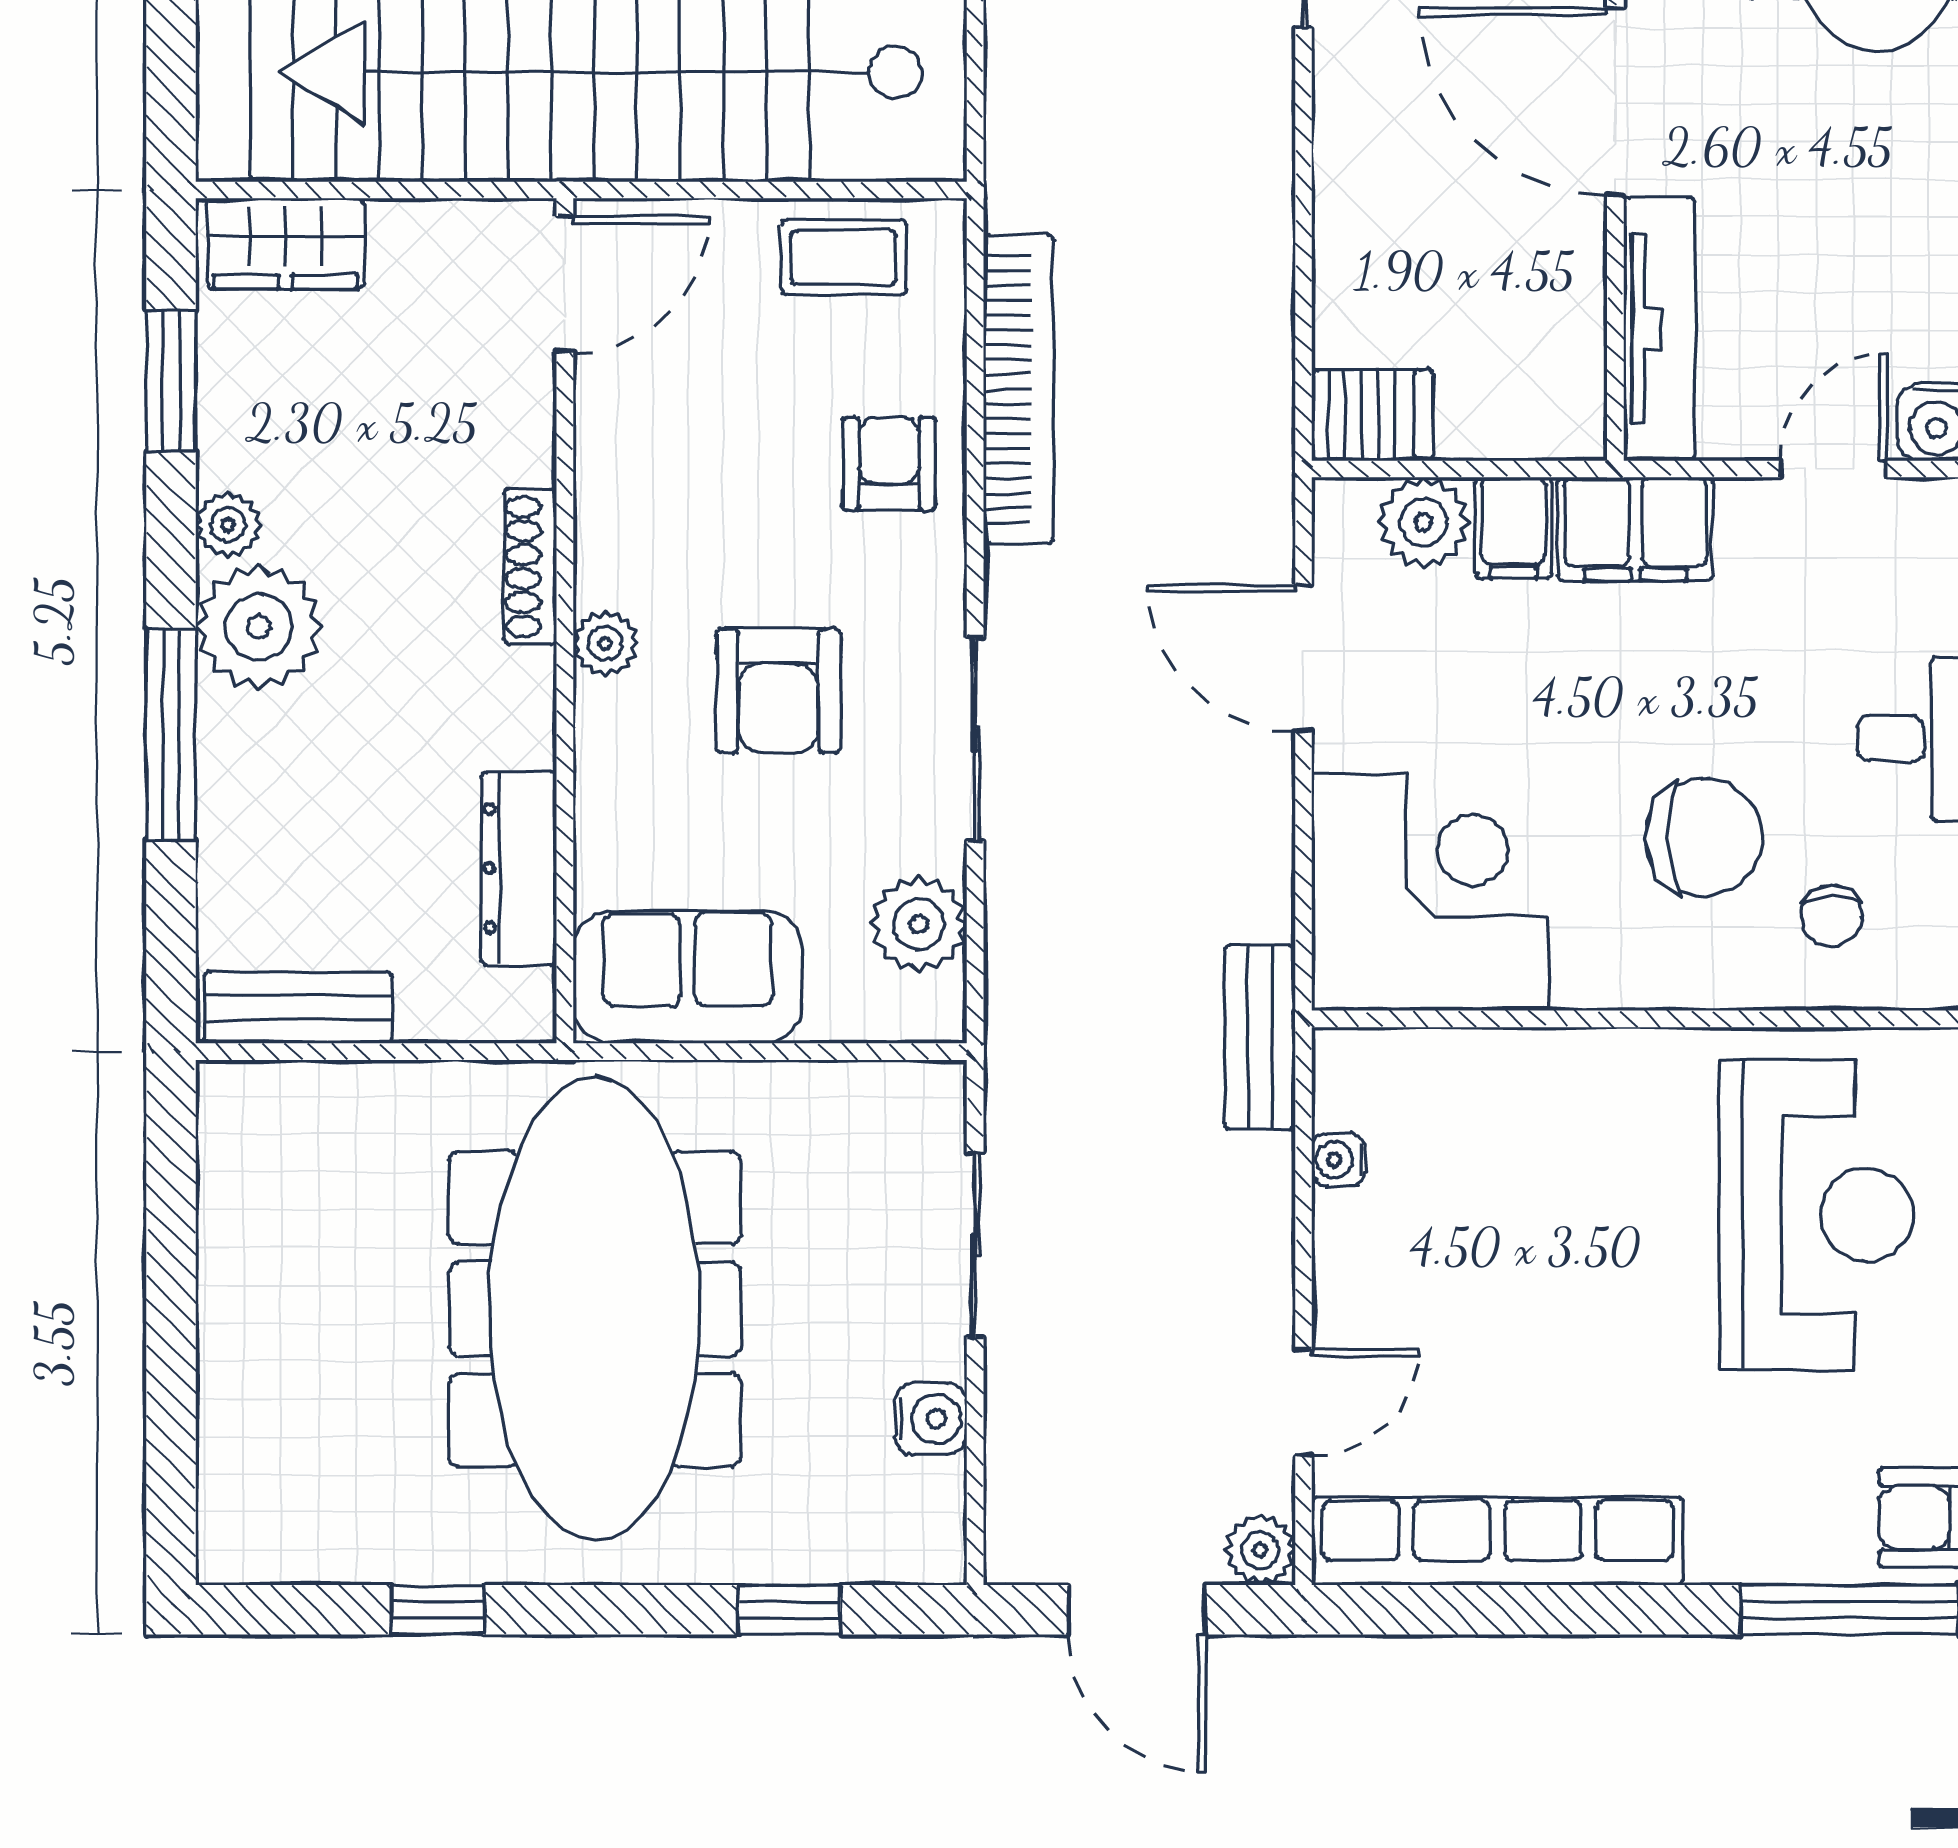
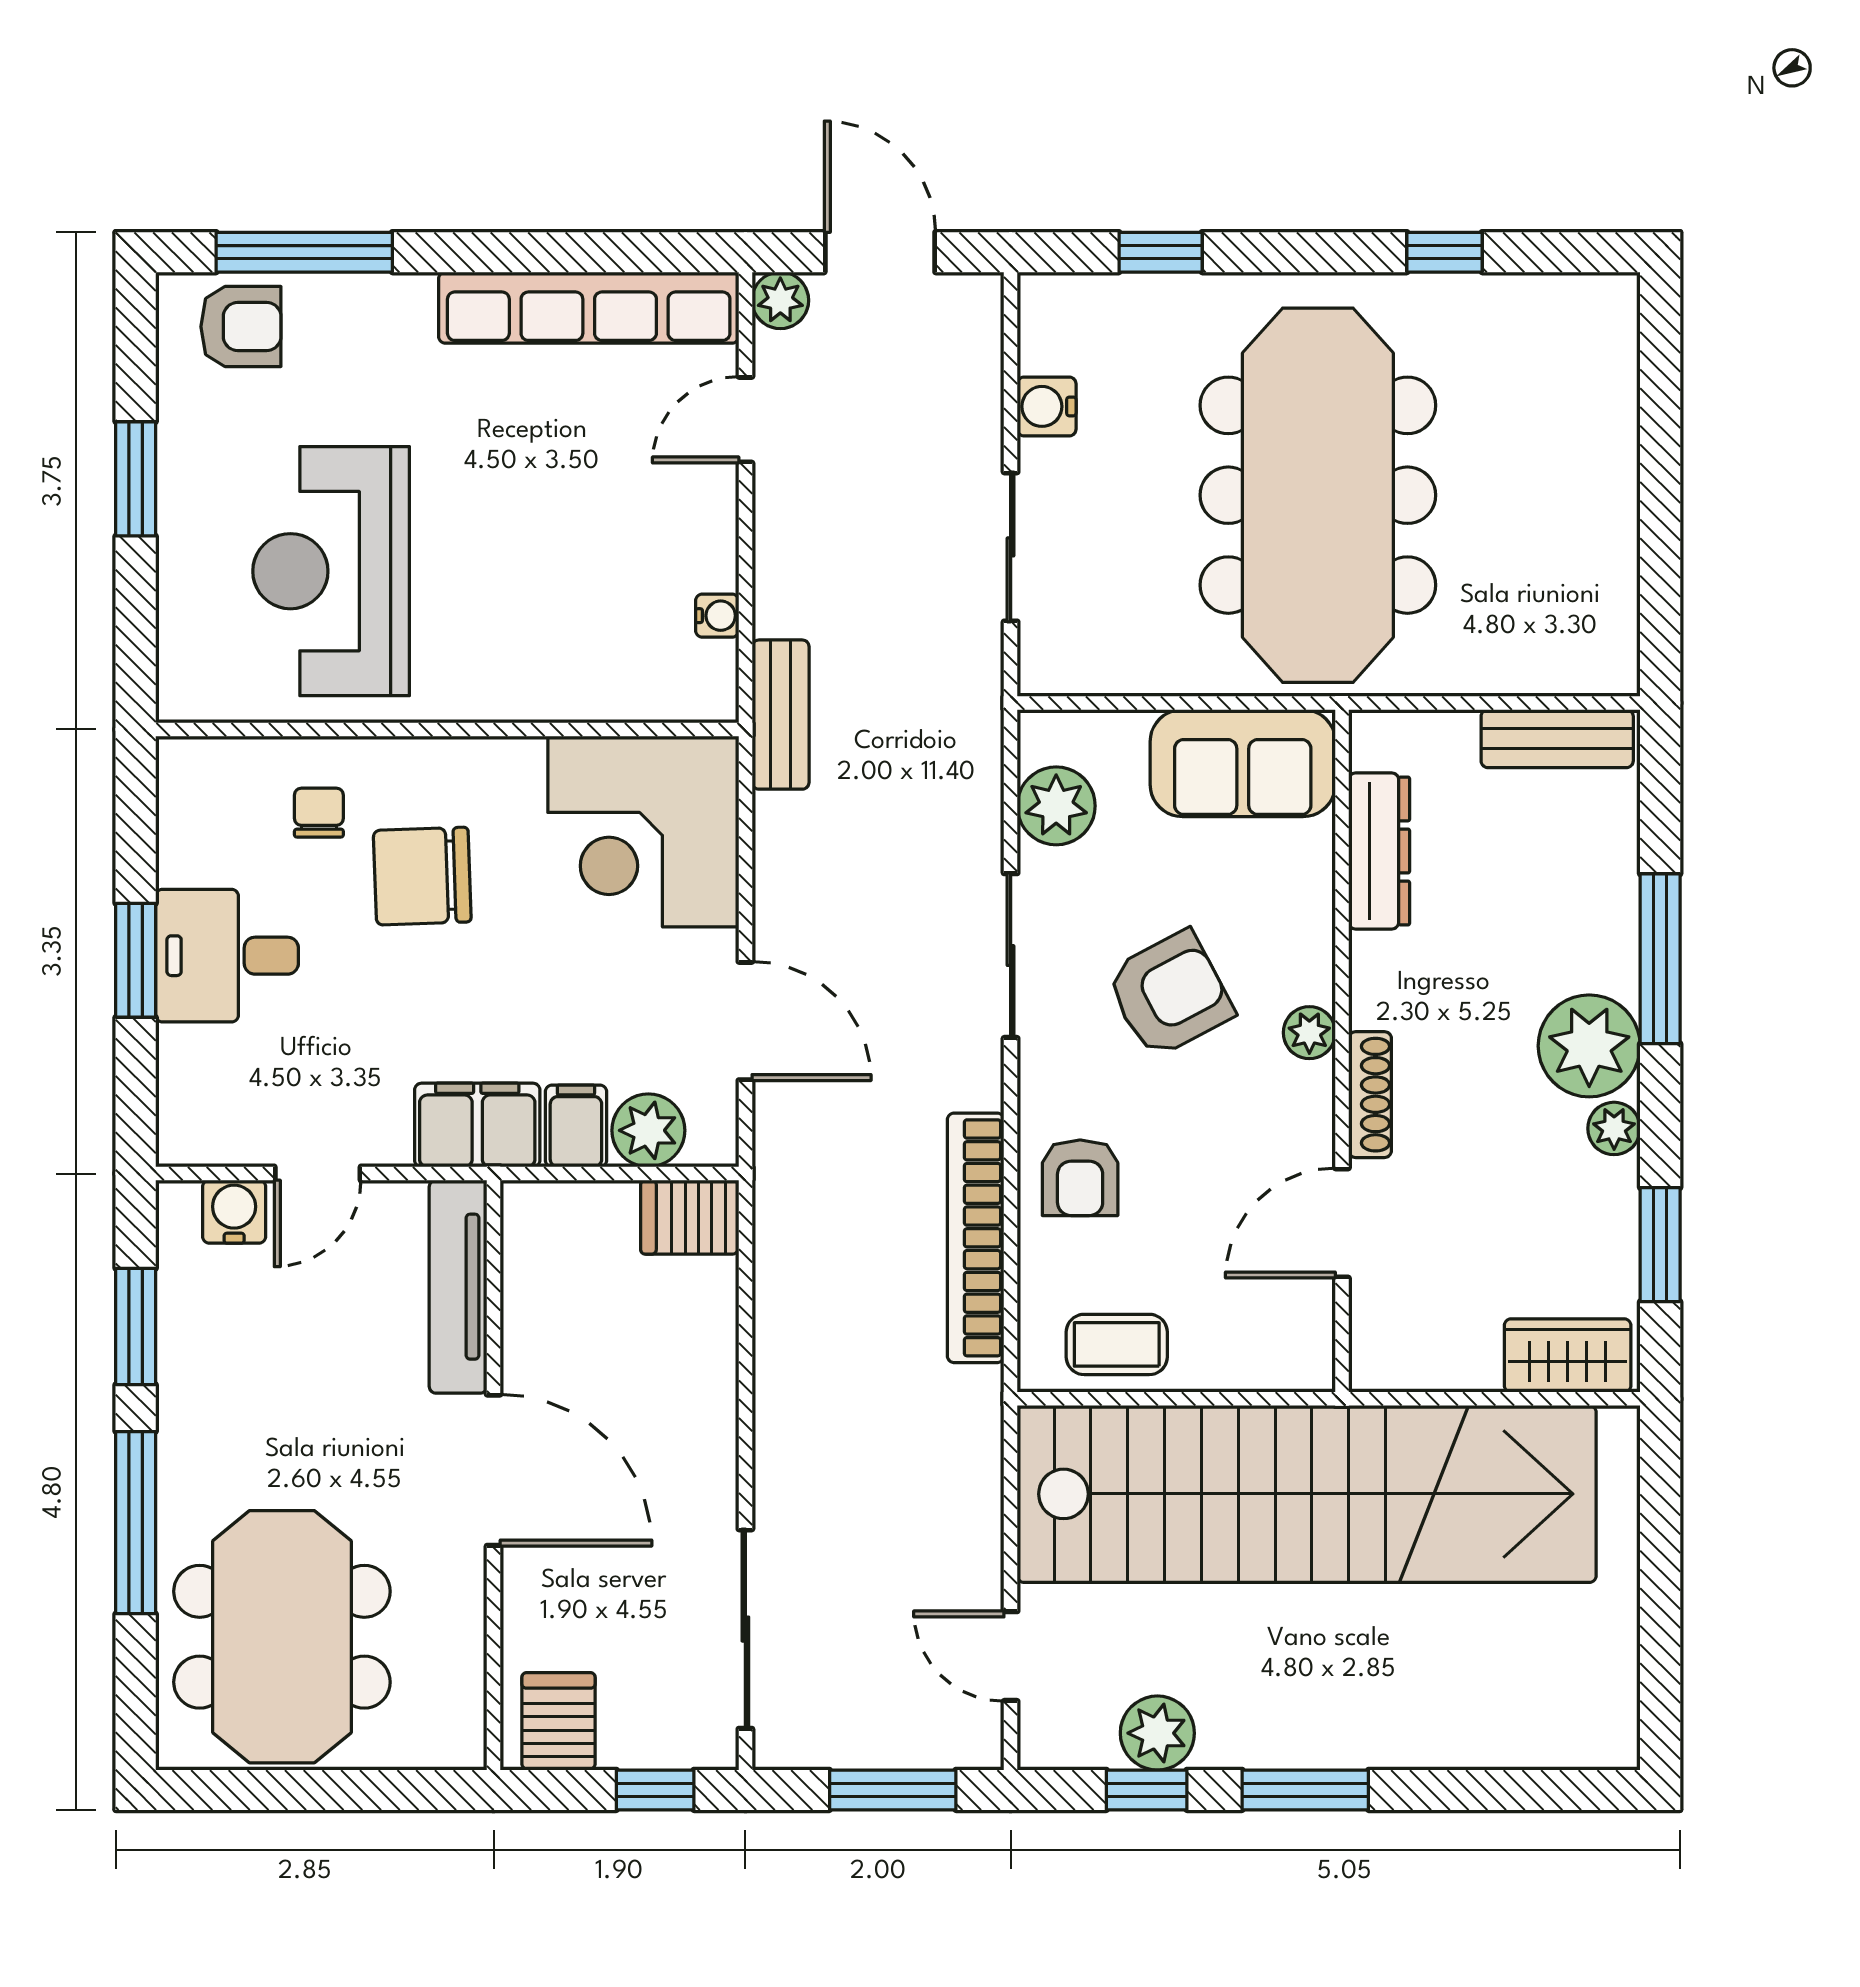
door: (565, 284) -> (1342, 1223), moved
armchair: (778, 691) -> (1169, 994), turned 62

